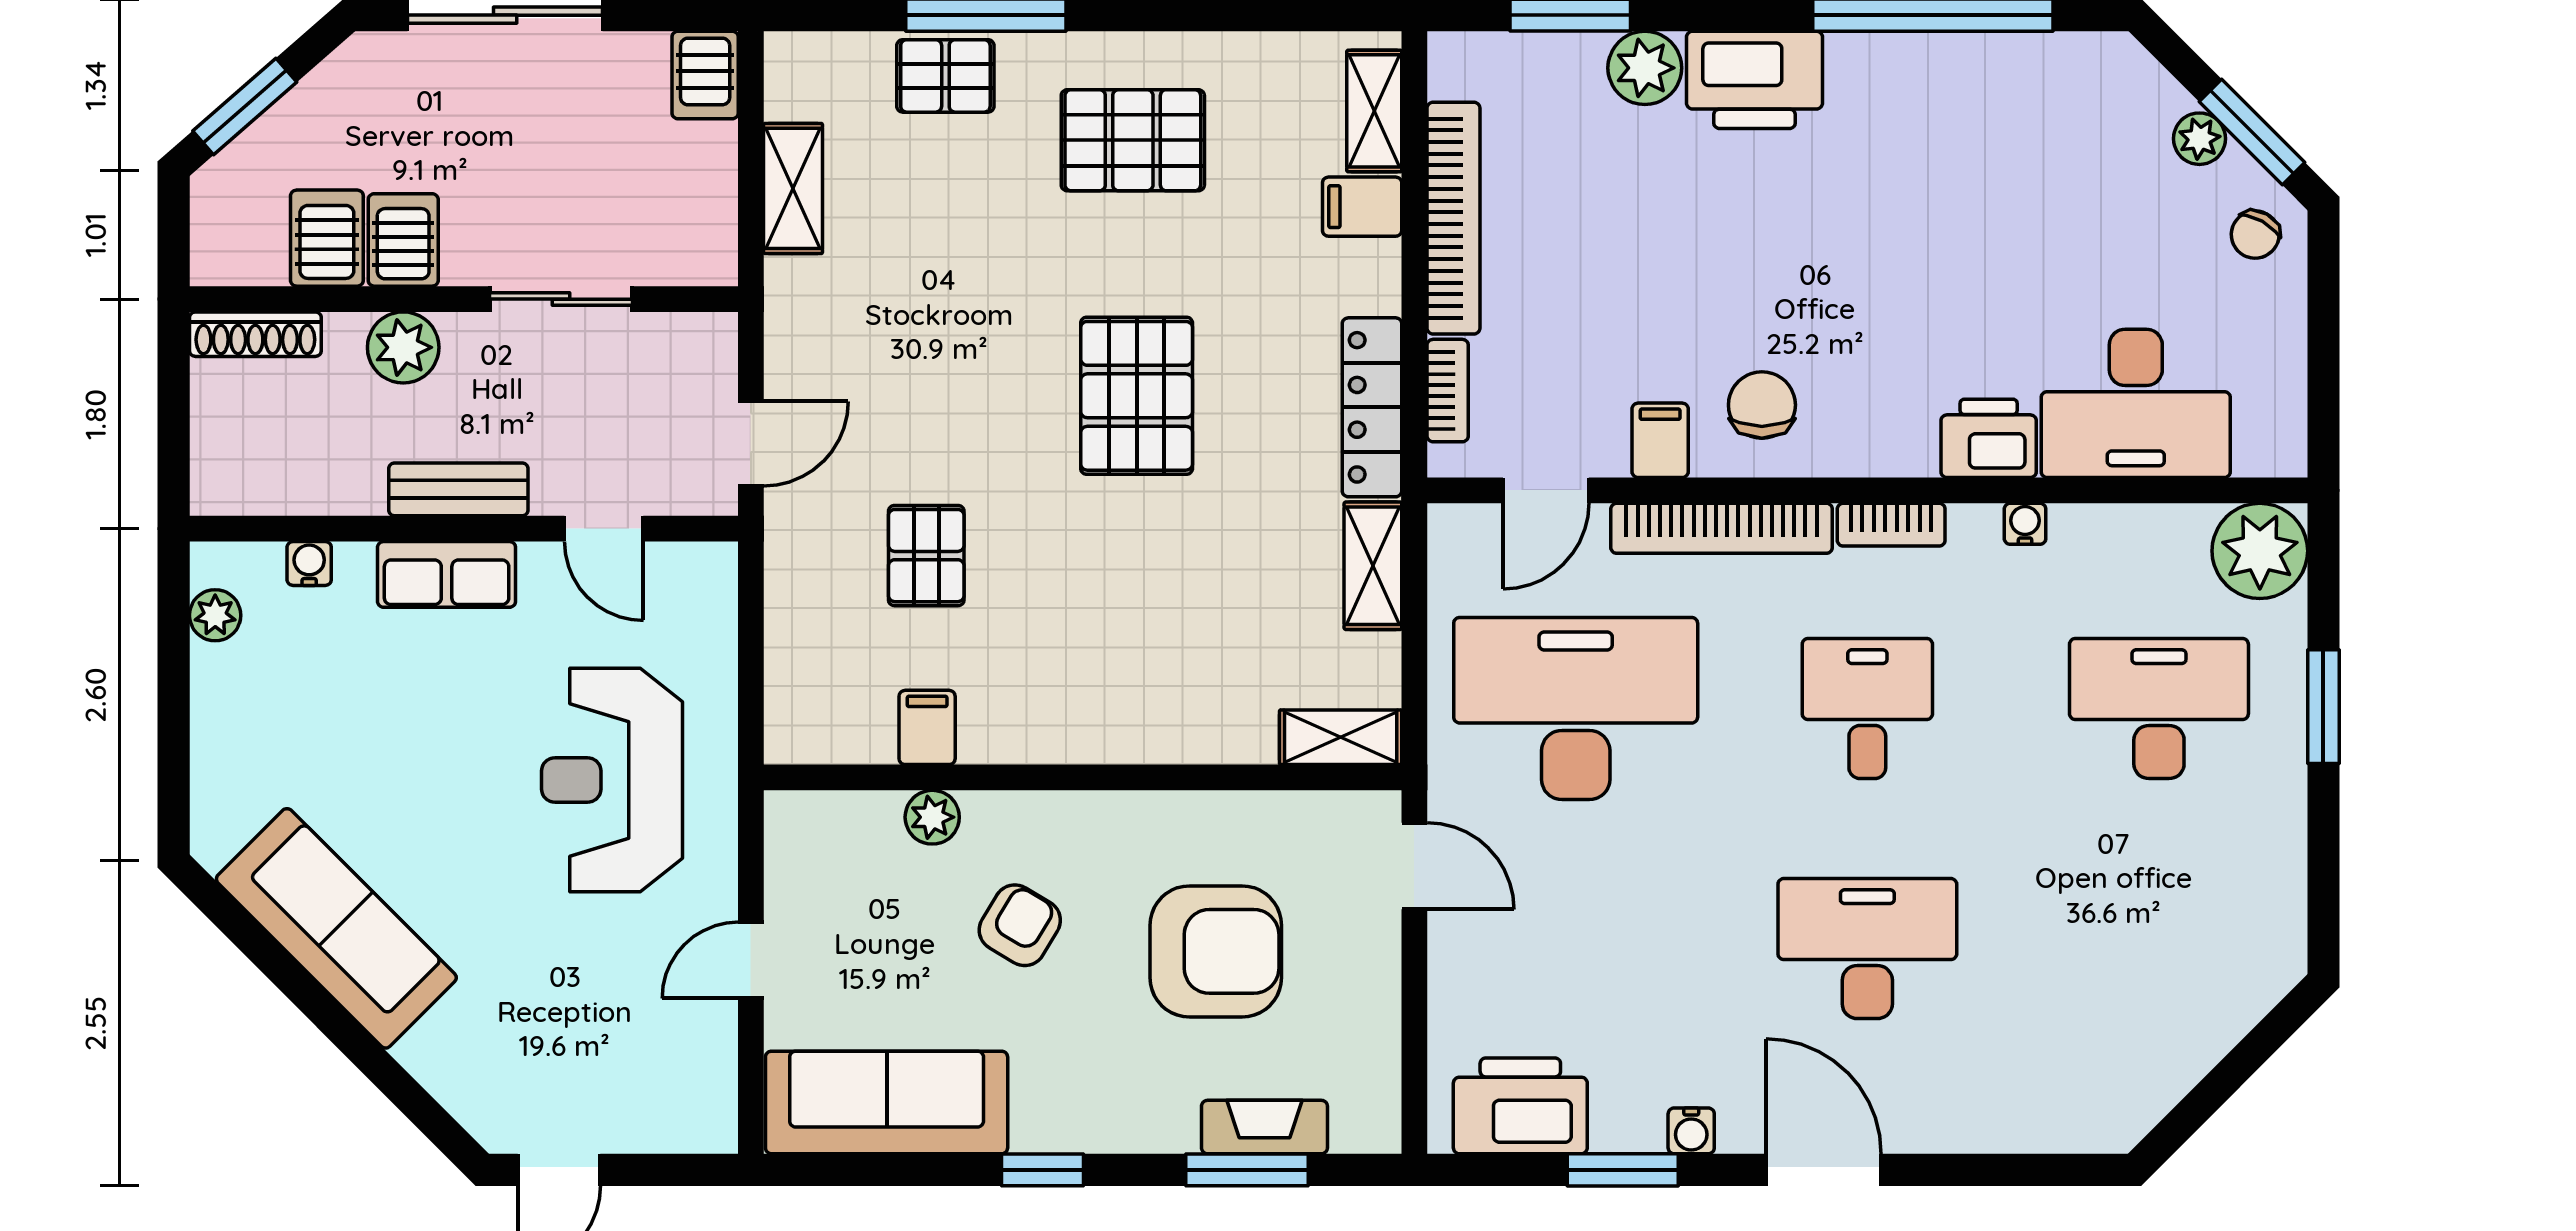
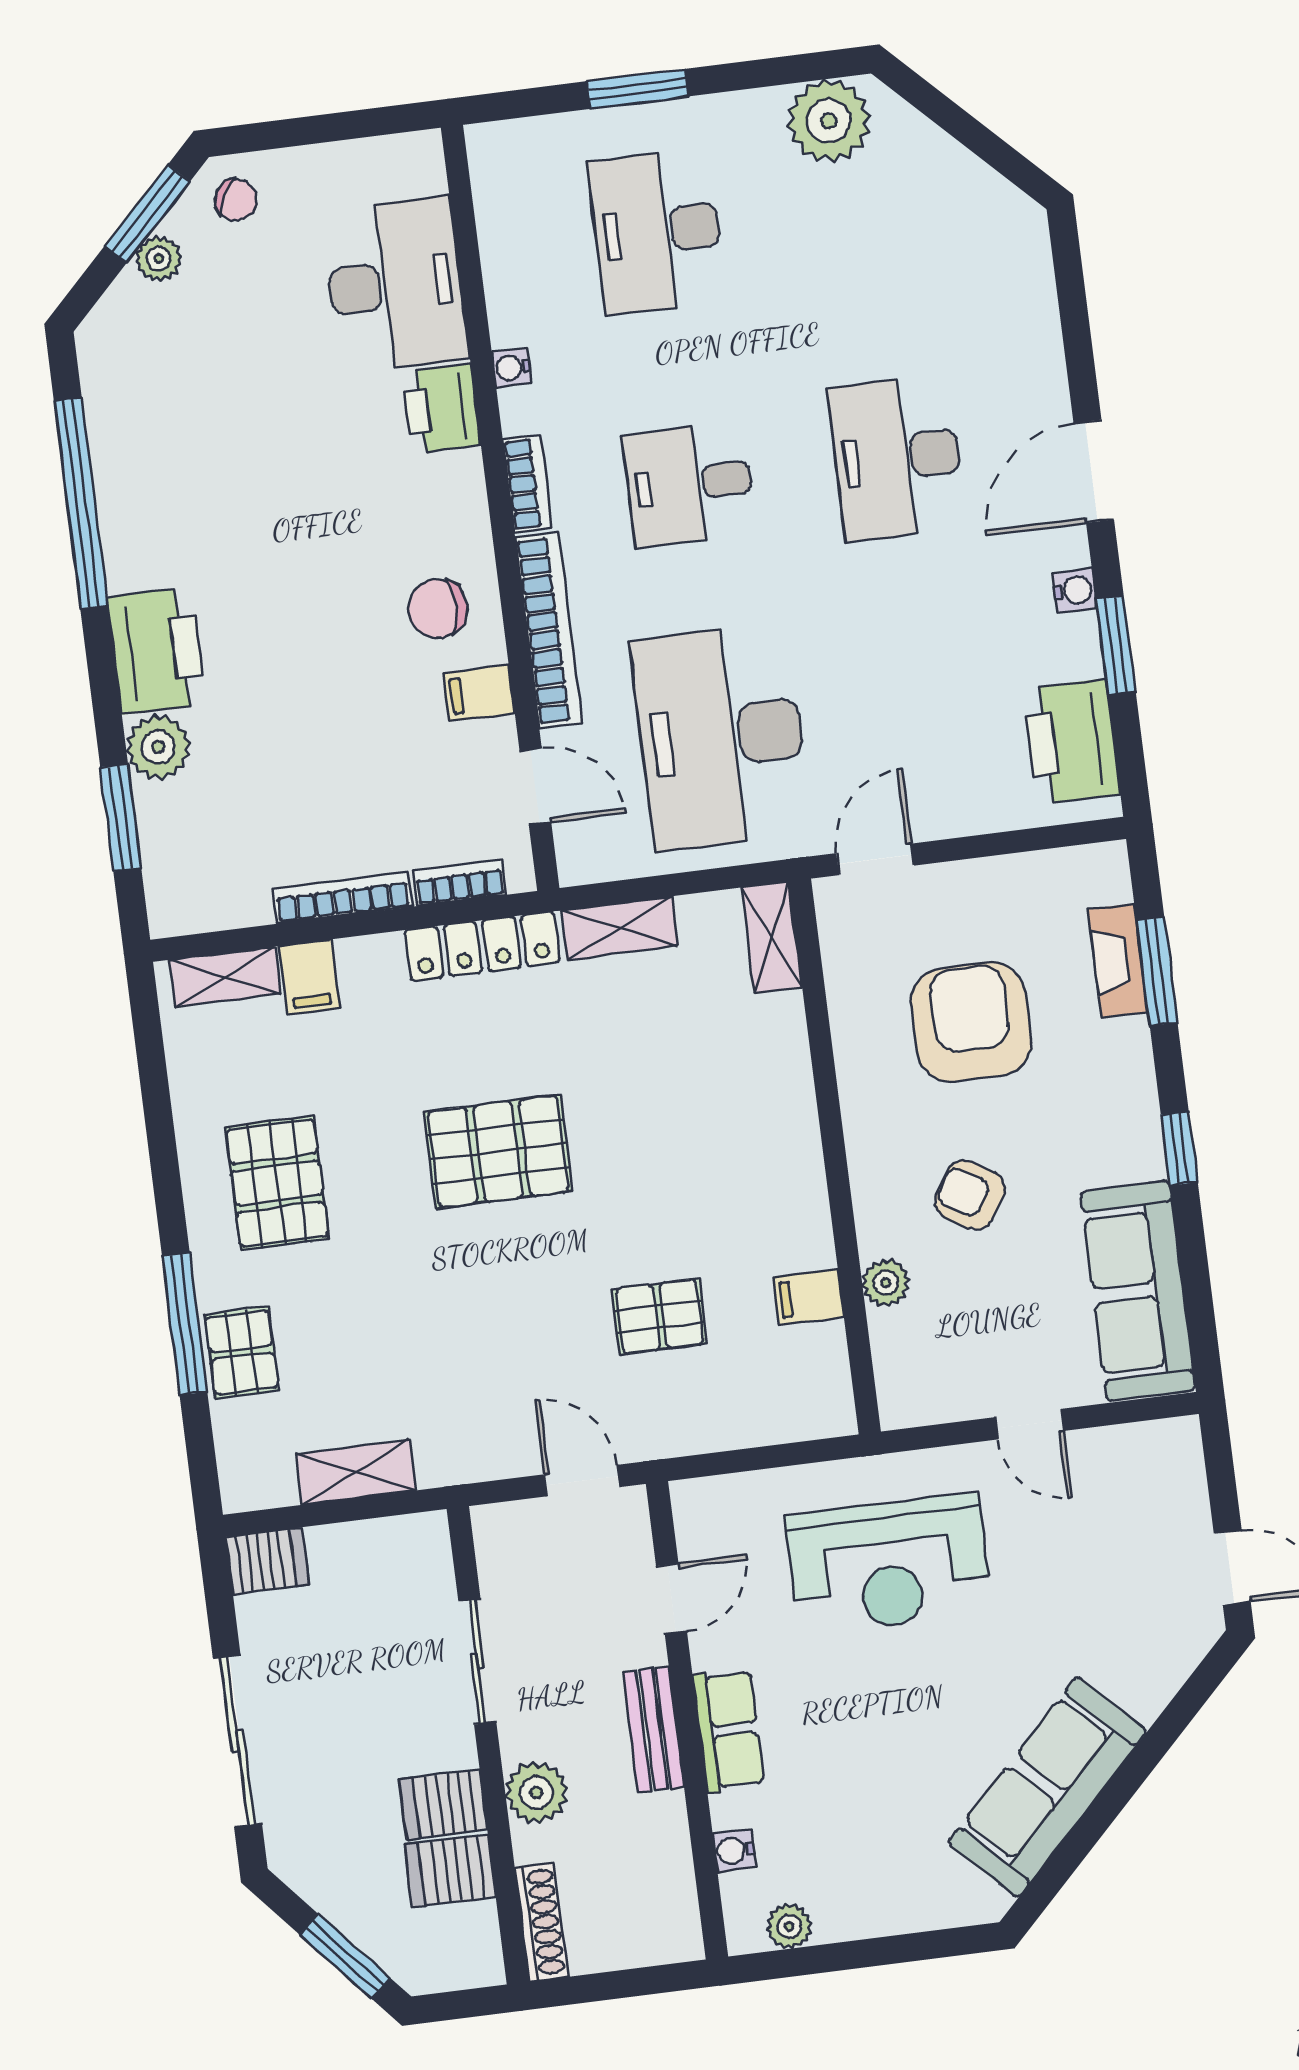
bookcase: (1453, 218) -> (343, 898), width x0.68, depth x0.76
plant: (2260, 551) -> (829, 121), moved

